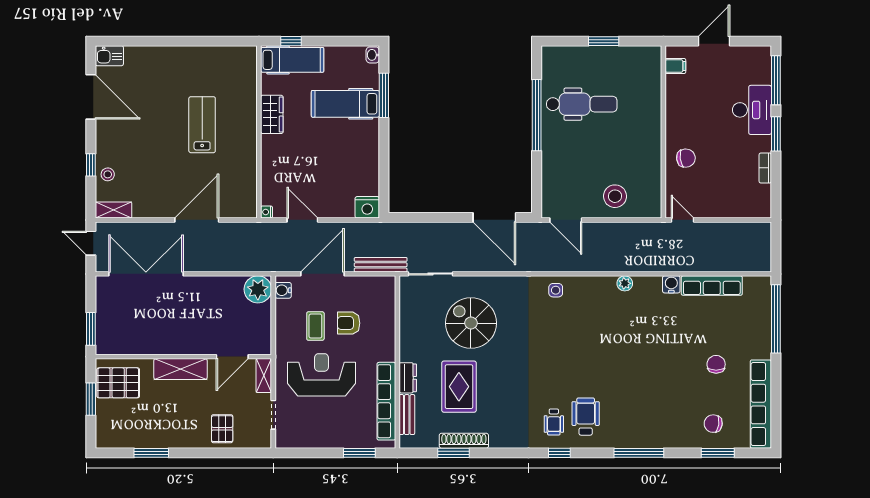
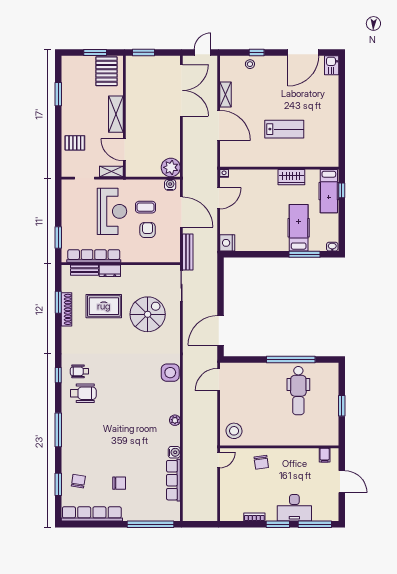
stool: (615, 196) -> (234, 431), moved
shelving: (114, 210) -> (225, 94), moved
side table: (556, 290) -> (170, 373), width x1.87, depth x1.87

